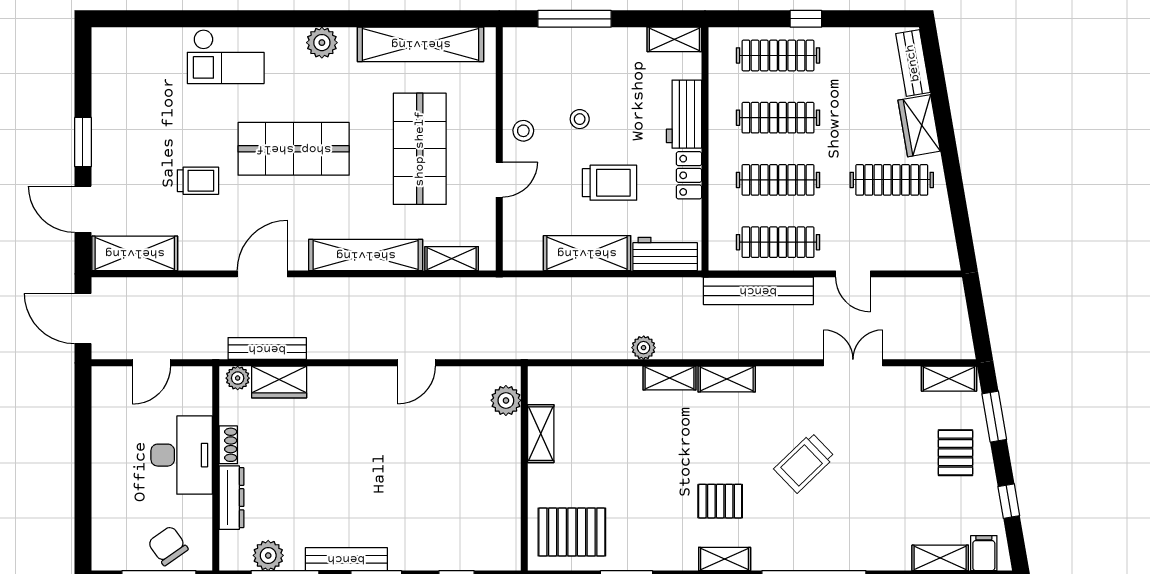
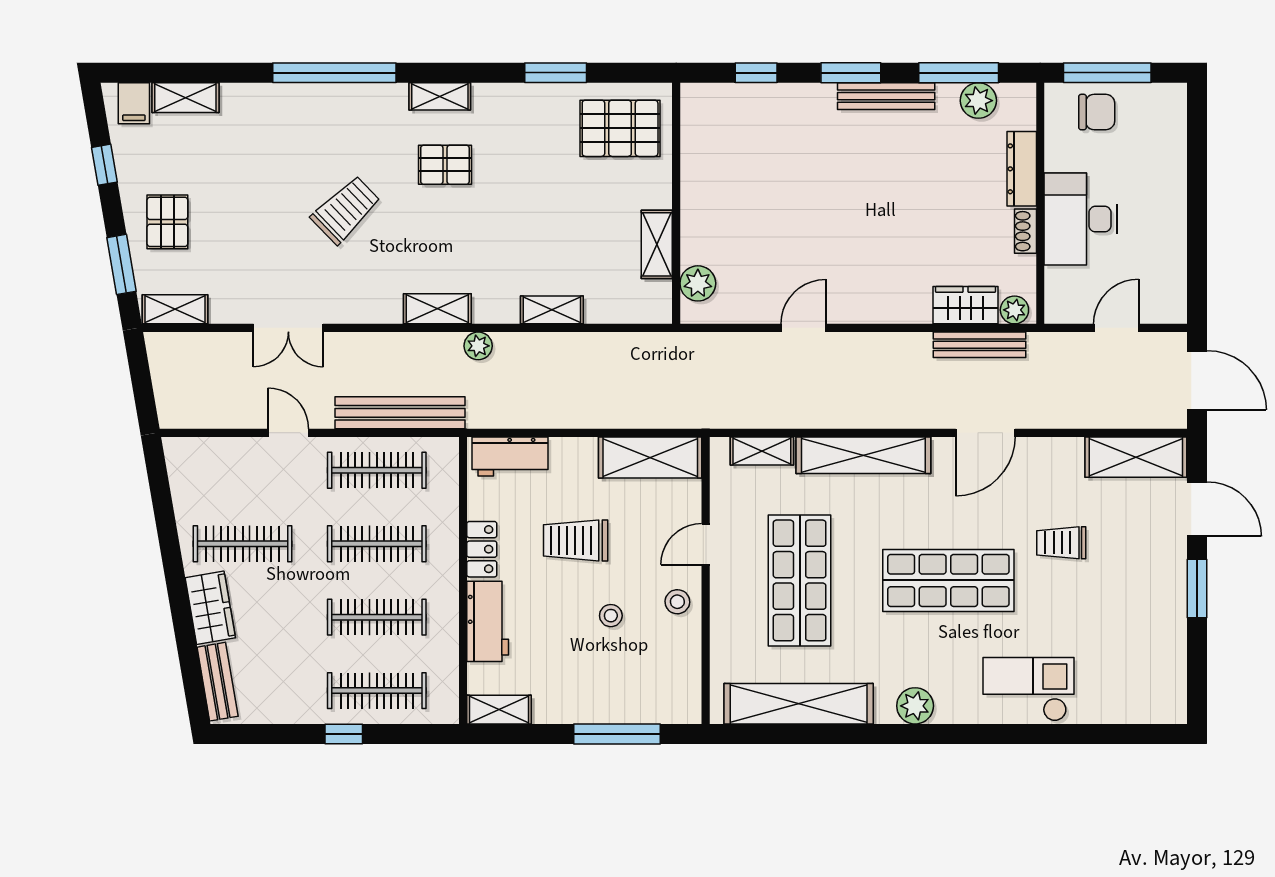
shelving: (587, 253) -> (650, 457), moved
plant: (644, 348) -> (478, 346), moved
shelving: (669, 378) -> (552, 310), moved
chair: (168, 546) -> (1097, 112), turned -55

